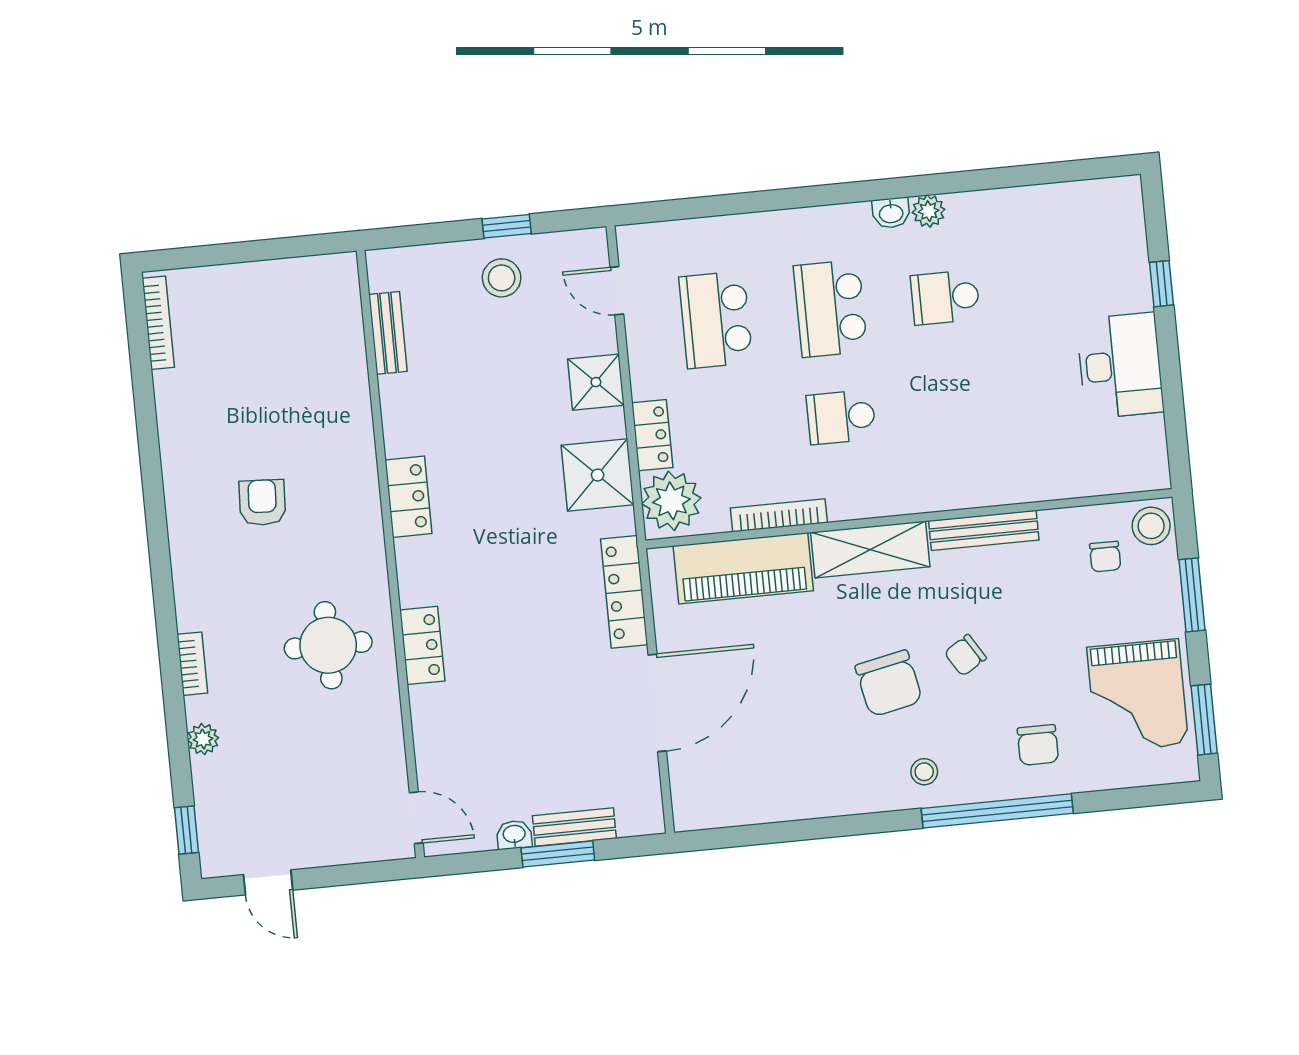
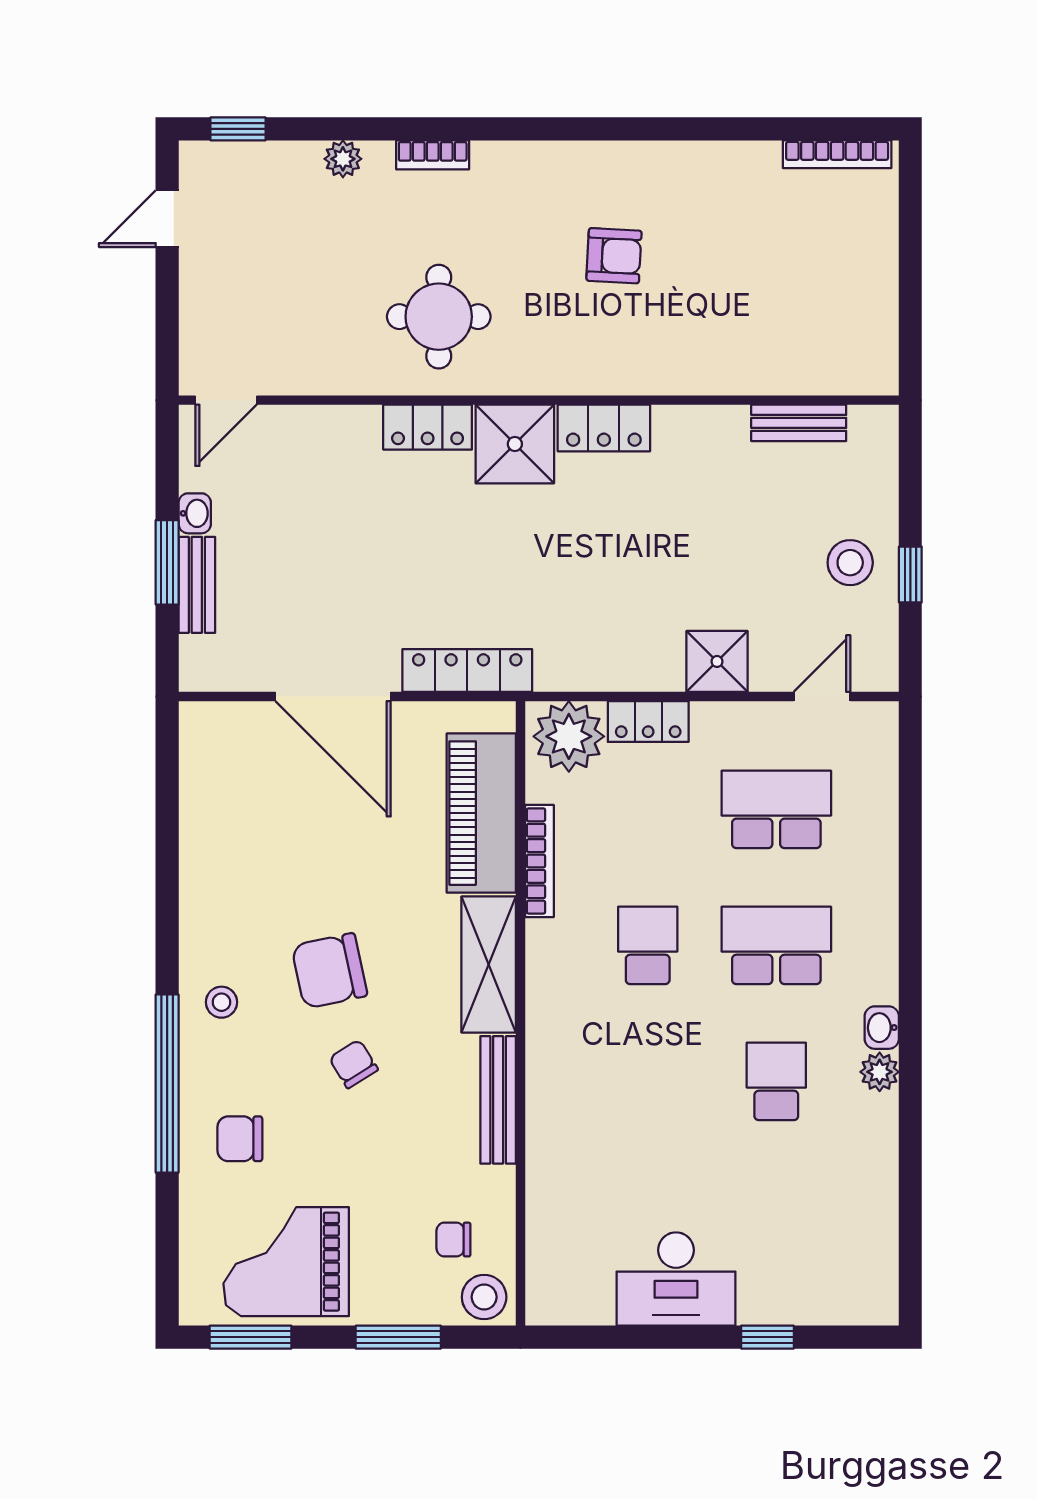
shower: (598, 475) -> (515, 444), moved

